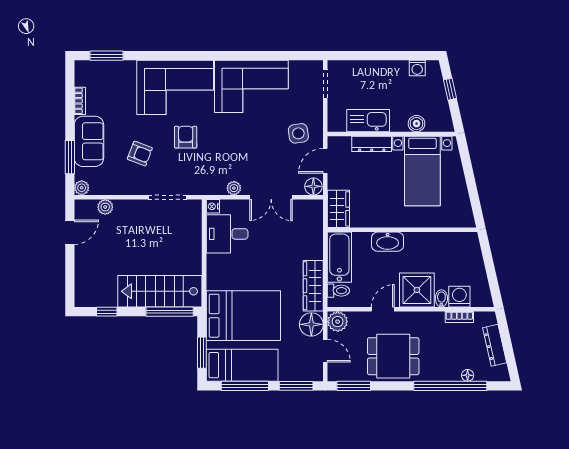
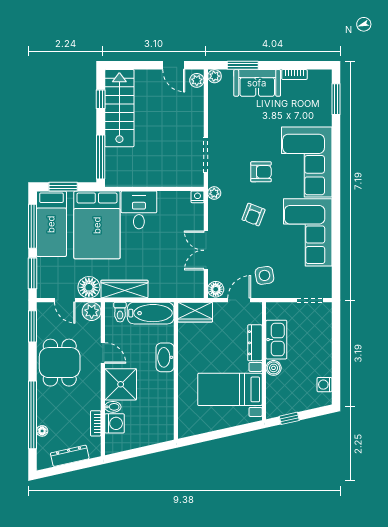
window: (450, 89) -> (289, 418), moved
boiler: (417, 124) -> (274, 368), moved
armchair: (140, 154) -> (253, 215), moved
door: (325, 161) -> (239, 300), hinge flipped
plant: (234, 188) -> (214, 193), moved
plant: (105, 207) -> (197, 80), moved
desk: (227, 234) -> (139, 210), moved
stairs: (160, 291) -> (119, 108), moved
door: (325, 351) -> (65, 300), hinge flipped

